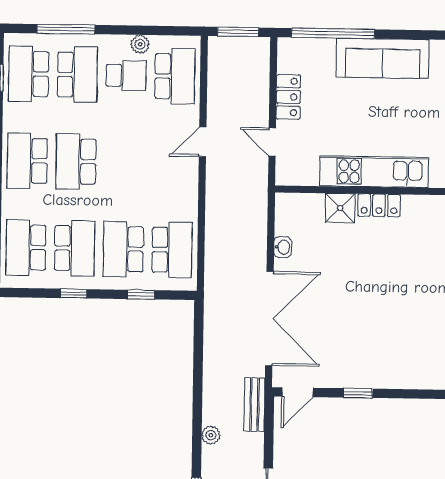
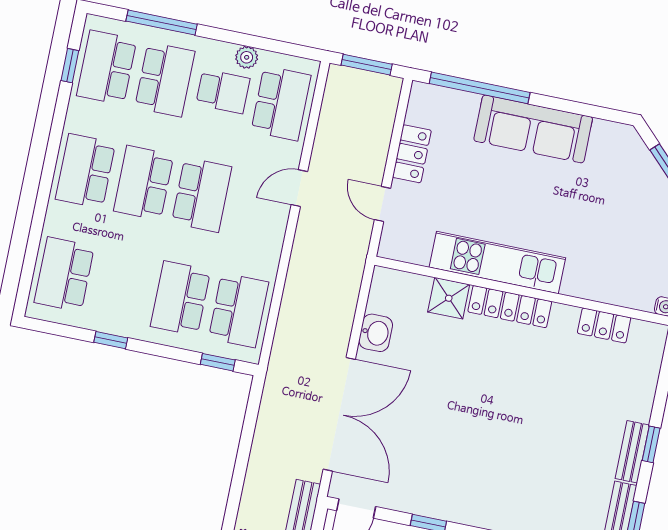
locker: (379, 205) -> (510, 307), width x1.53
washbasin: (283, 247) -> (376, 333), width x1.38, depth x1.45
school desk: (75, 248) -> (202, 195), moved
window: (141, 295) -> (218, 362), moved

